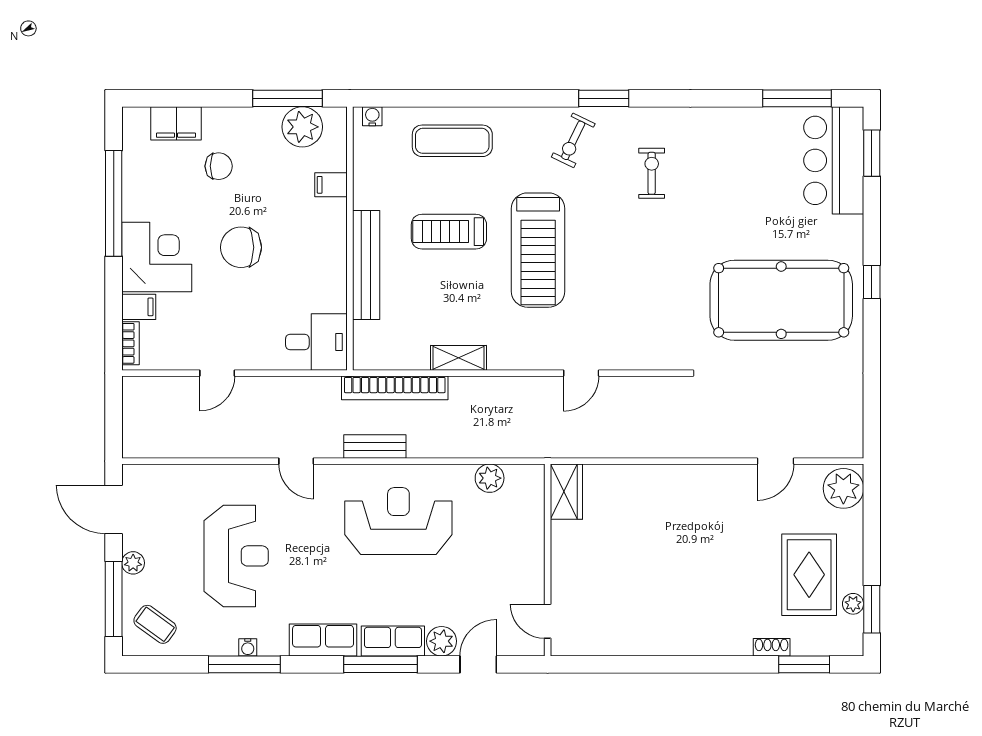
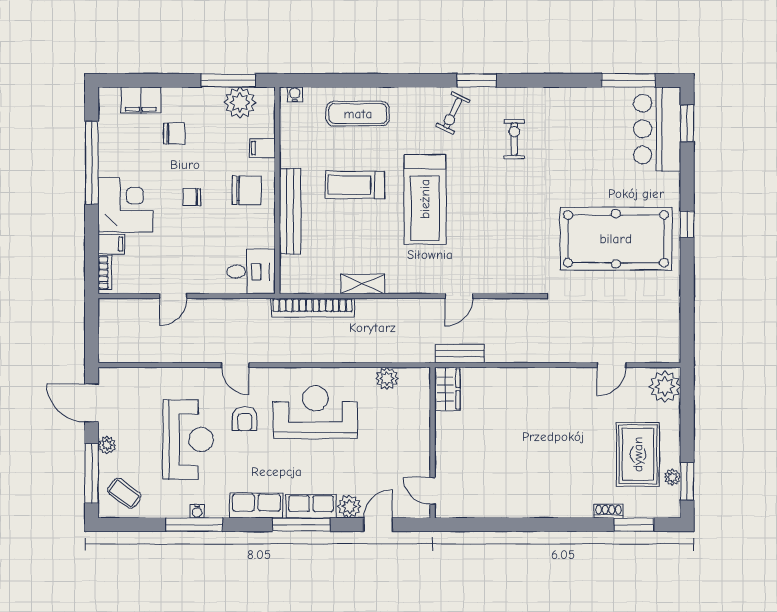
chair: (311, 239) -> (247, 190), added
chair: (241, 247) -> (192, 197), width x0.54, depth x0.54
bench: (375, 446) -> (460, 354), moved
armchair: (308, 529) -> (245, 419), added

